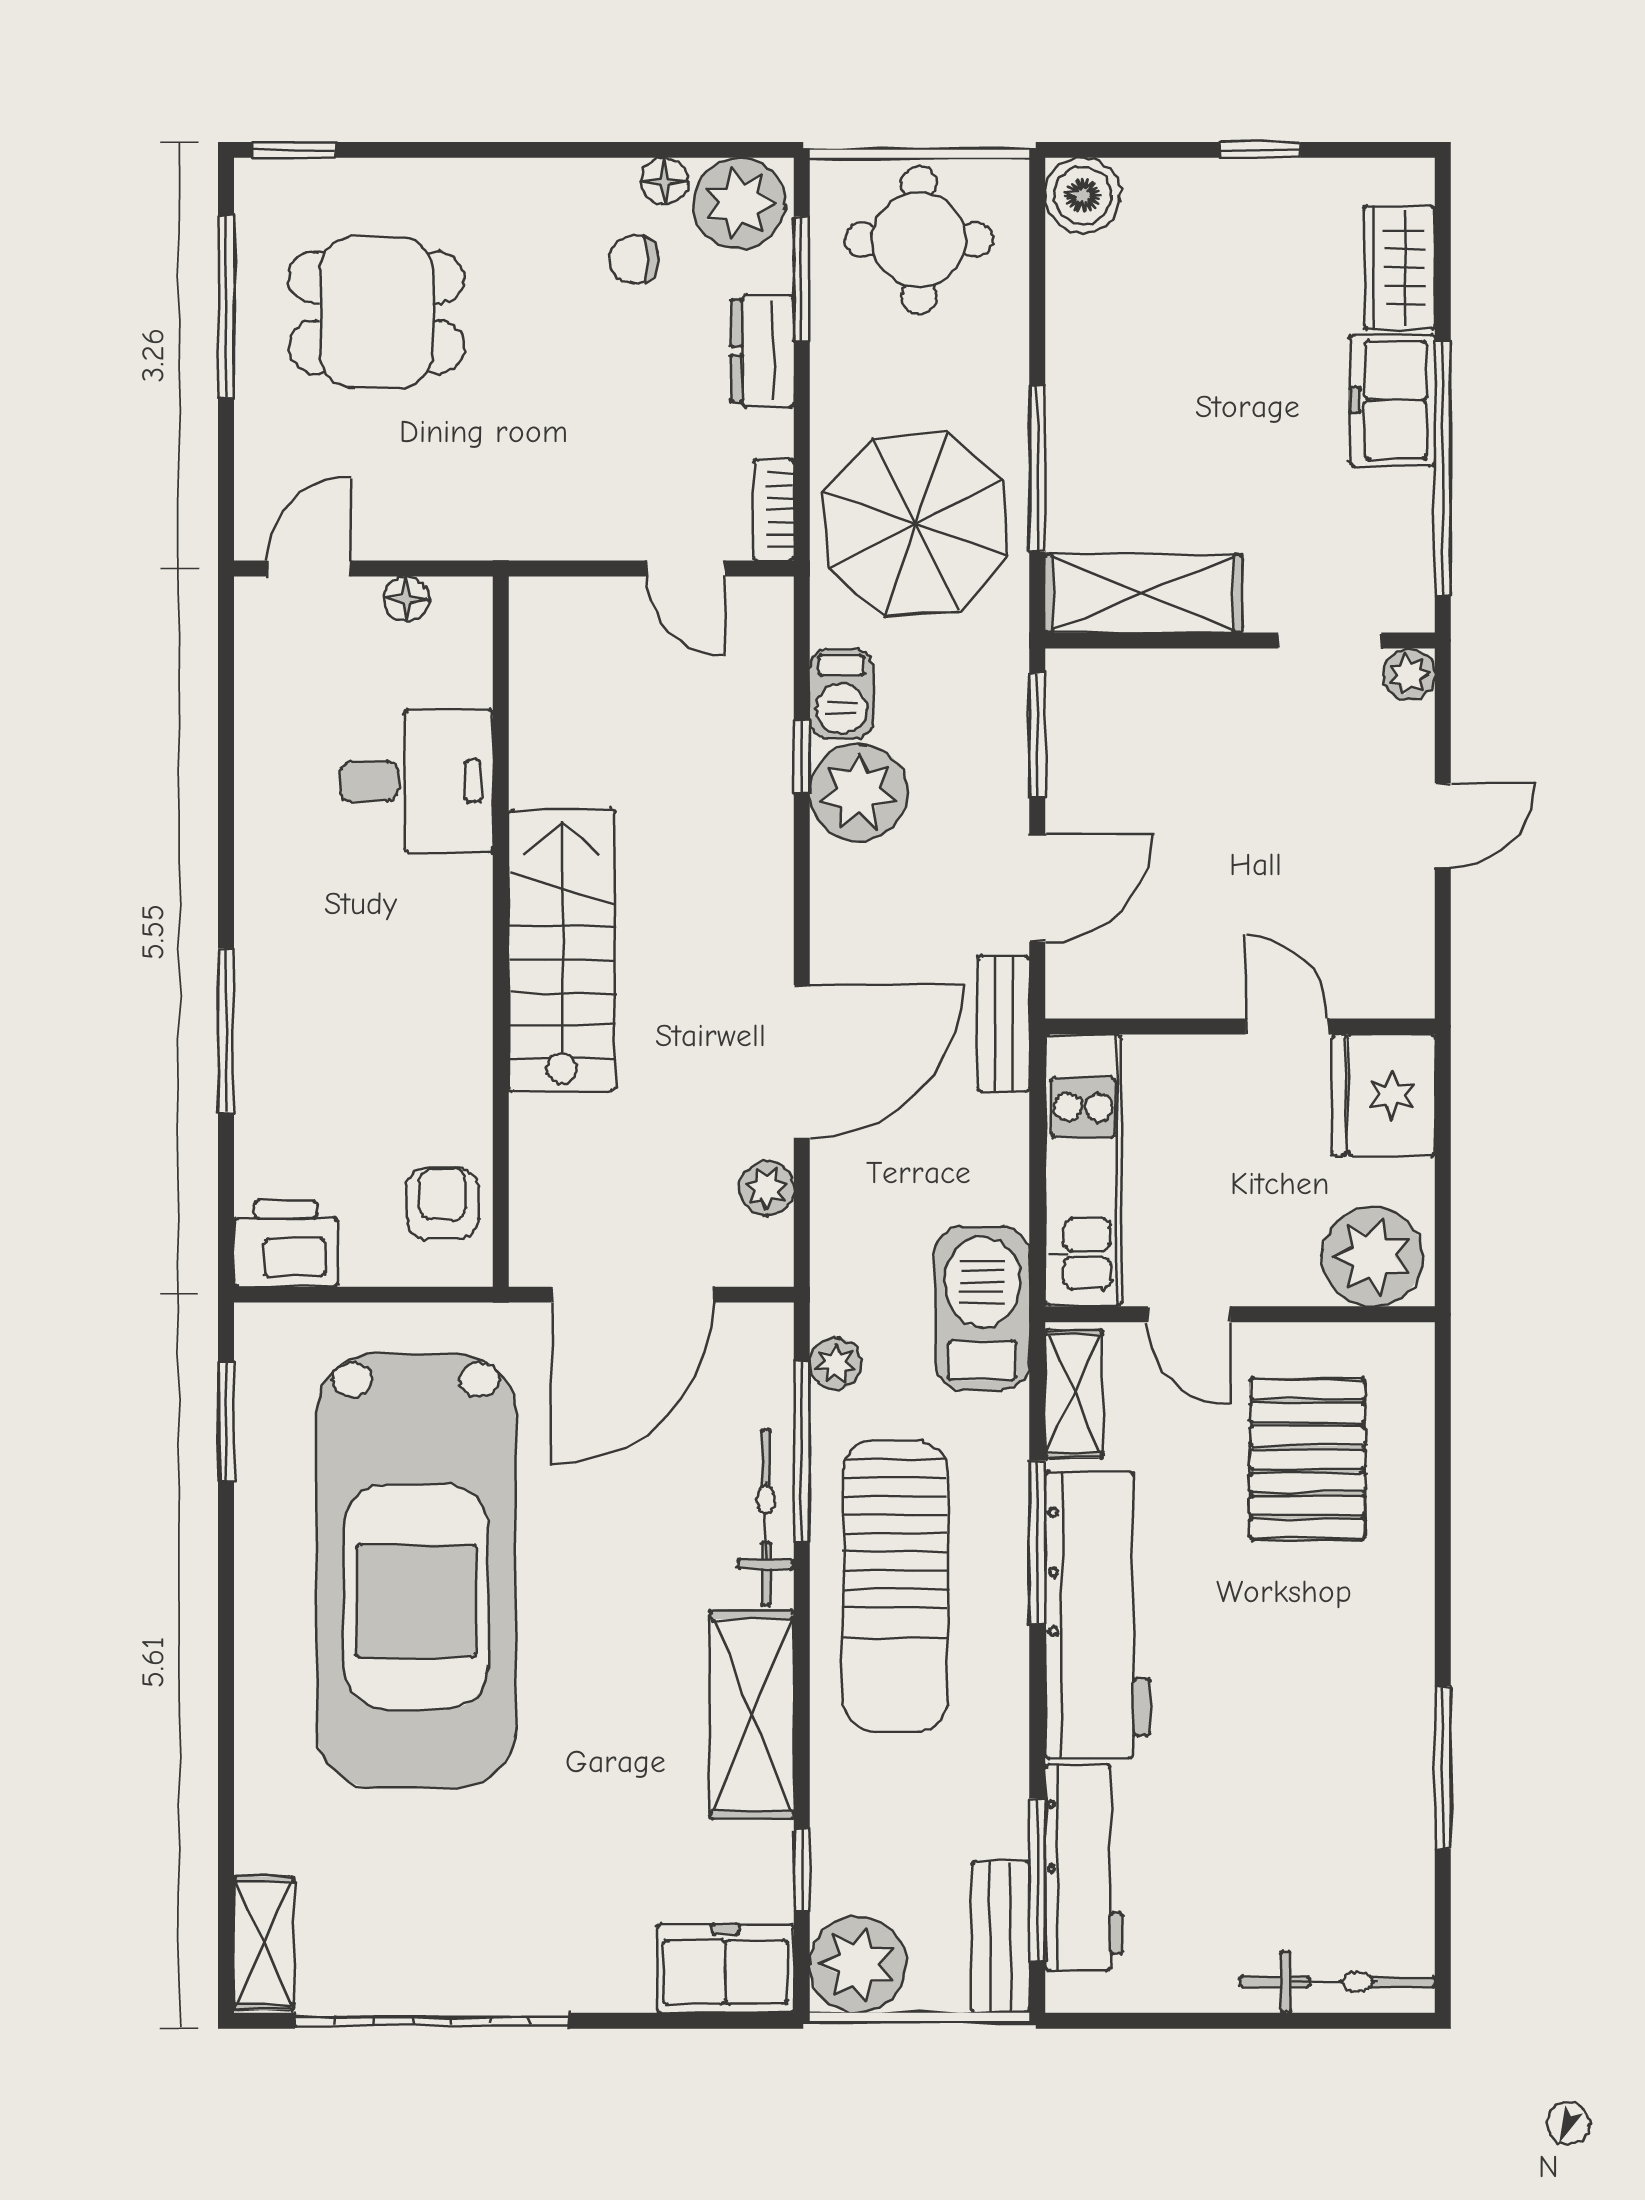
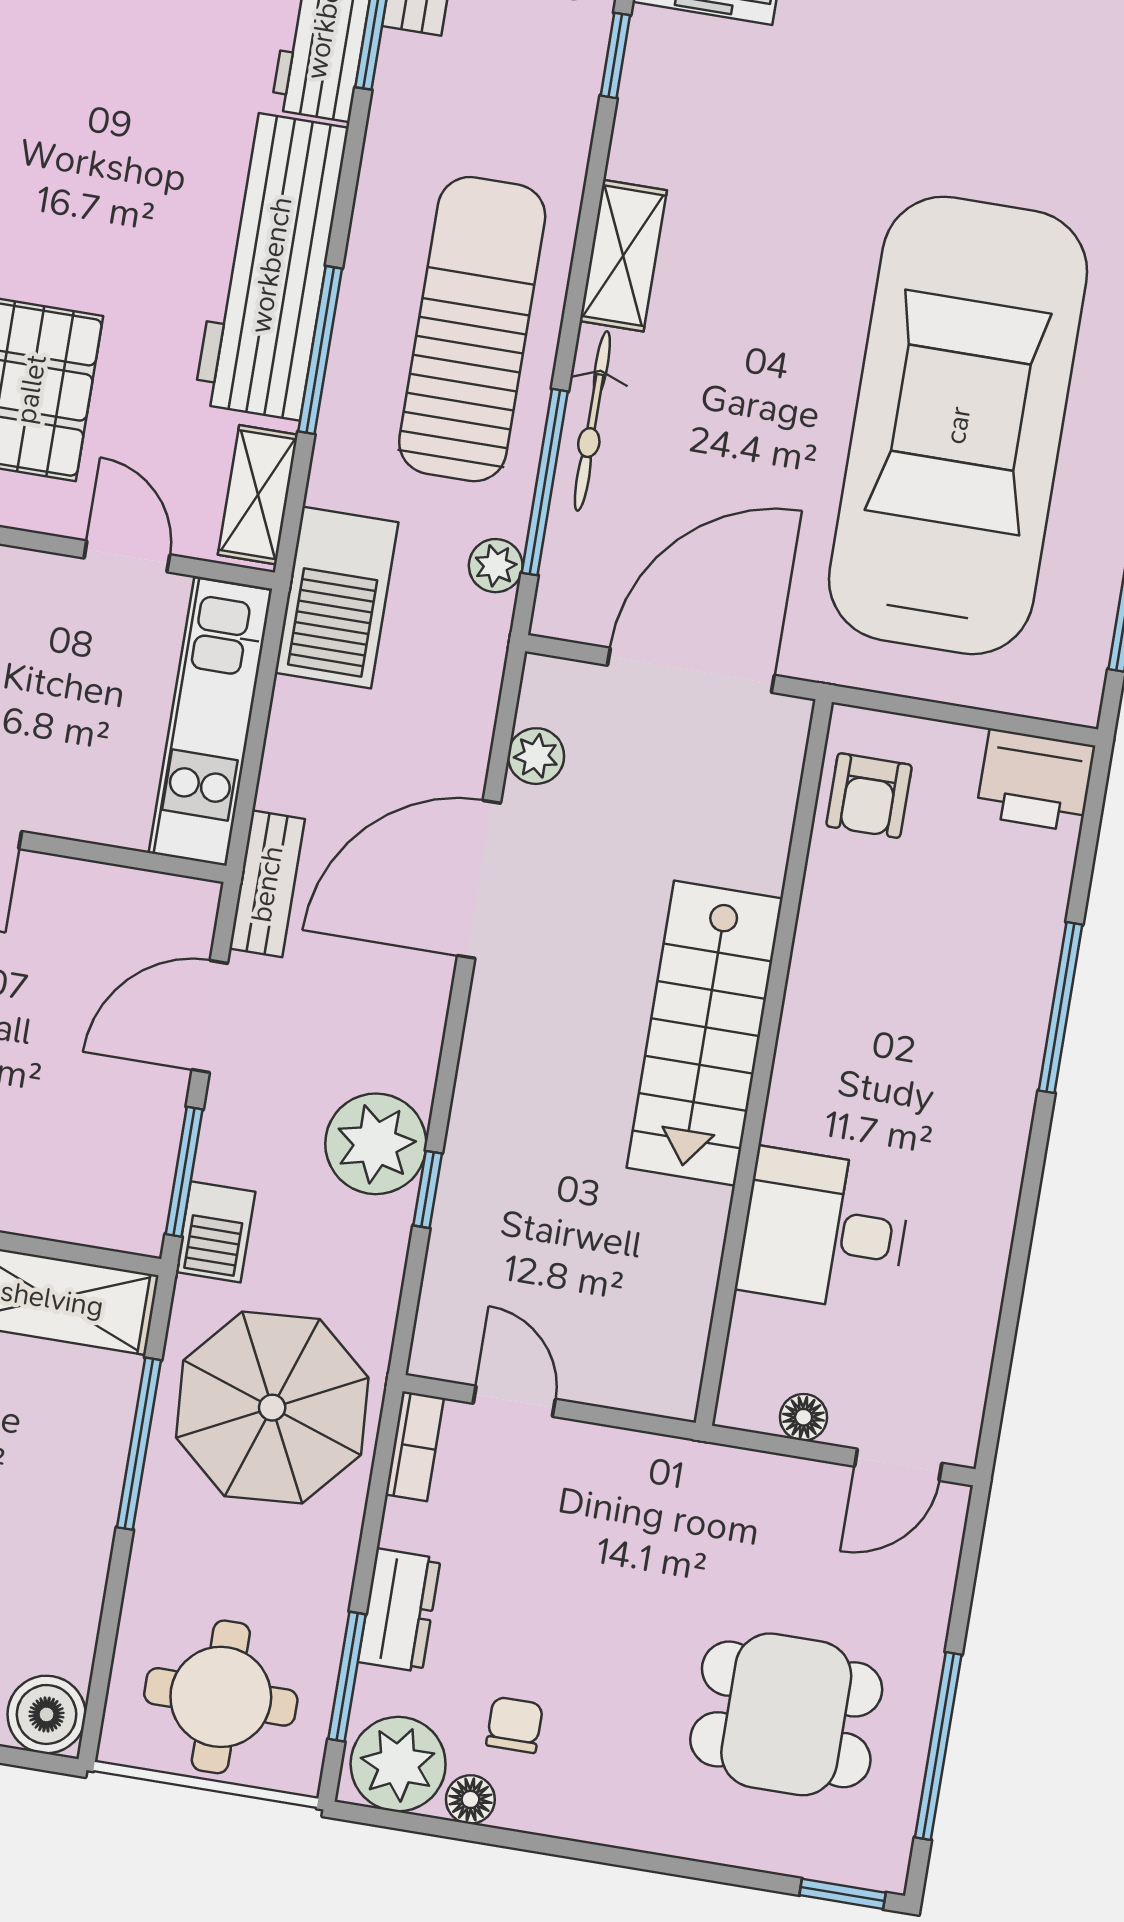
chair: (634, 260) -> (515, 1725), turned -90
barbecue: (841, 694) -> (215, 1232), moved, turned 180
shelving: (752, 1715) -> (623, 256), width x0.67, depth x0.75

